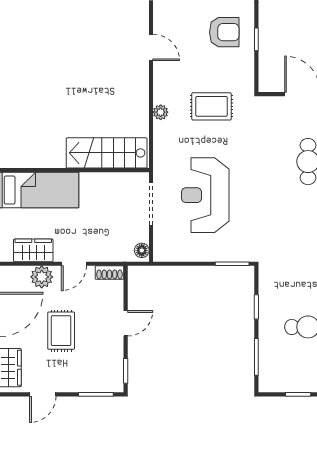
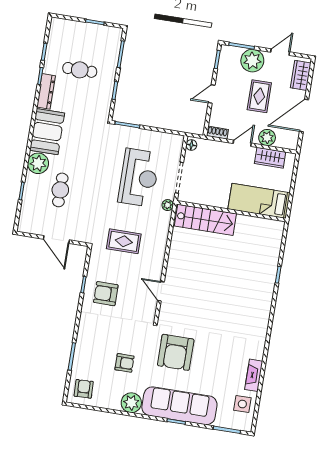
plant: (161, 112) -> (168, 205), moved
plant: (78, 377) -> (252, 61), added

